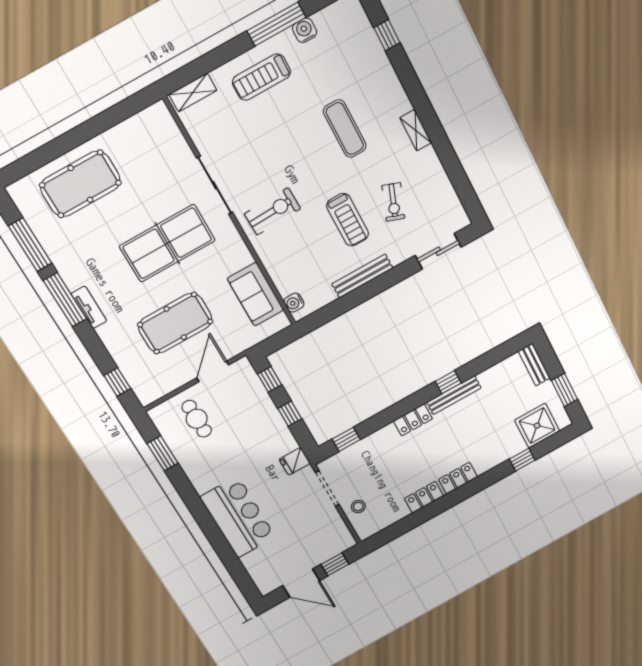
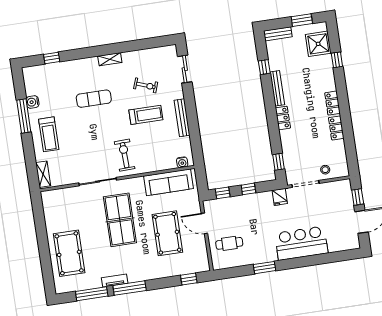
sofa: (255, 294) -> (169, 182), width x1.36
tv unit: (89, 307) -> (115, 281), moved
window: (448, 382) -> (264, 67), moved
window: (163, 453) -> (264, 268), moved

